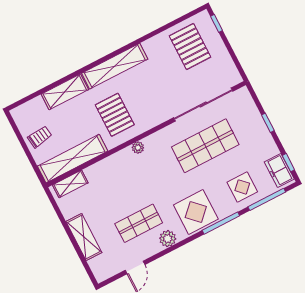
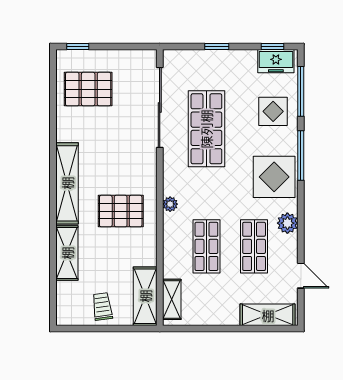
shelving: (73, 159) -> (145, 296), width x0.68
shop shelf: (121, 189) -> (206, 246), added
shelving: (84, 237) -> (268, 315), moved

